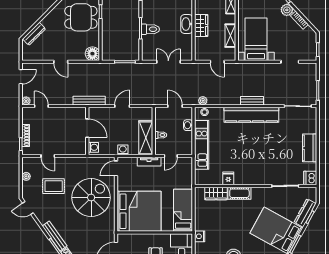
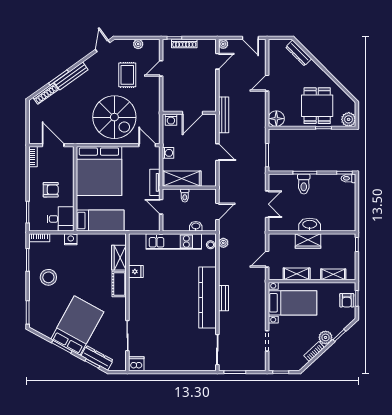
kitchen counter: (310, 148) -> (170, 363), removed

